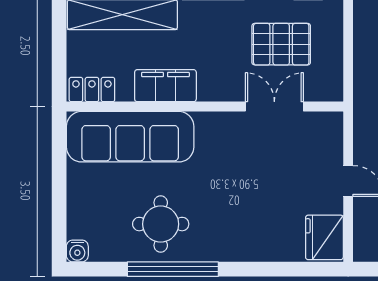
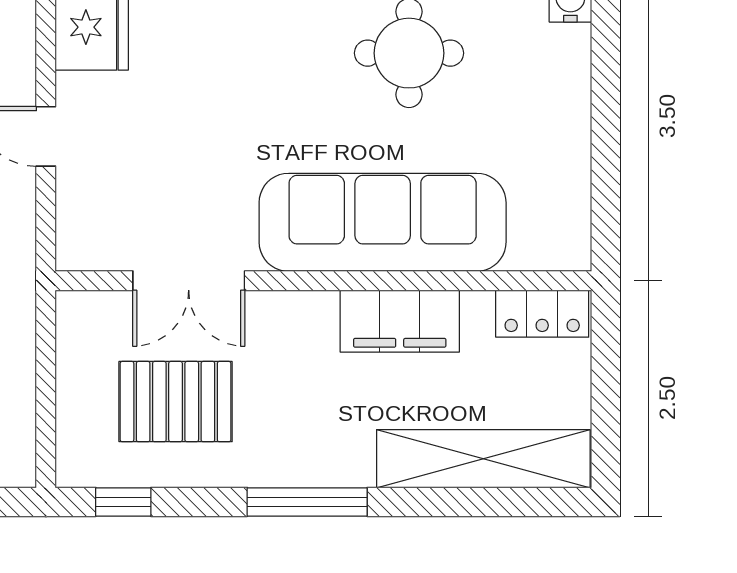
sofa: (130, 137) -> (383, 222), moved

